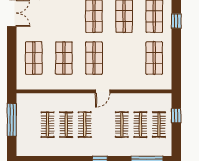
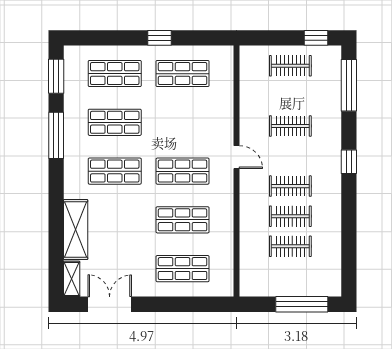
window: (176, 21) -> (159, 38), moved
window: (176, 116) -> (316, 38), moved
window: (12, 120) -> (302, 304), moved
clothes rail: (140, 125) -> (290, 96), removed

